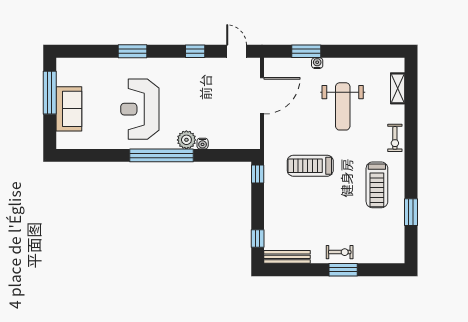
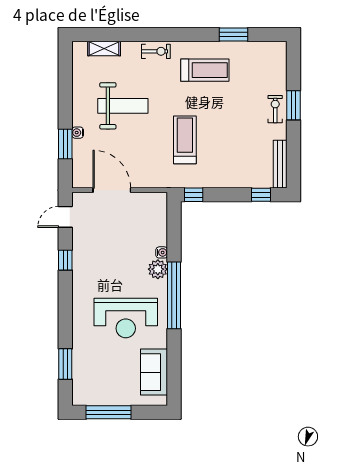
window: (132, 51) -> (65, 364), moved
sofa: (69, 109) -> (154, 372), moved, turned -90
treadmill: (310, 166) -> (185, 140), turned 180

